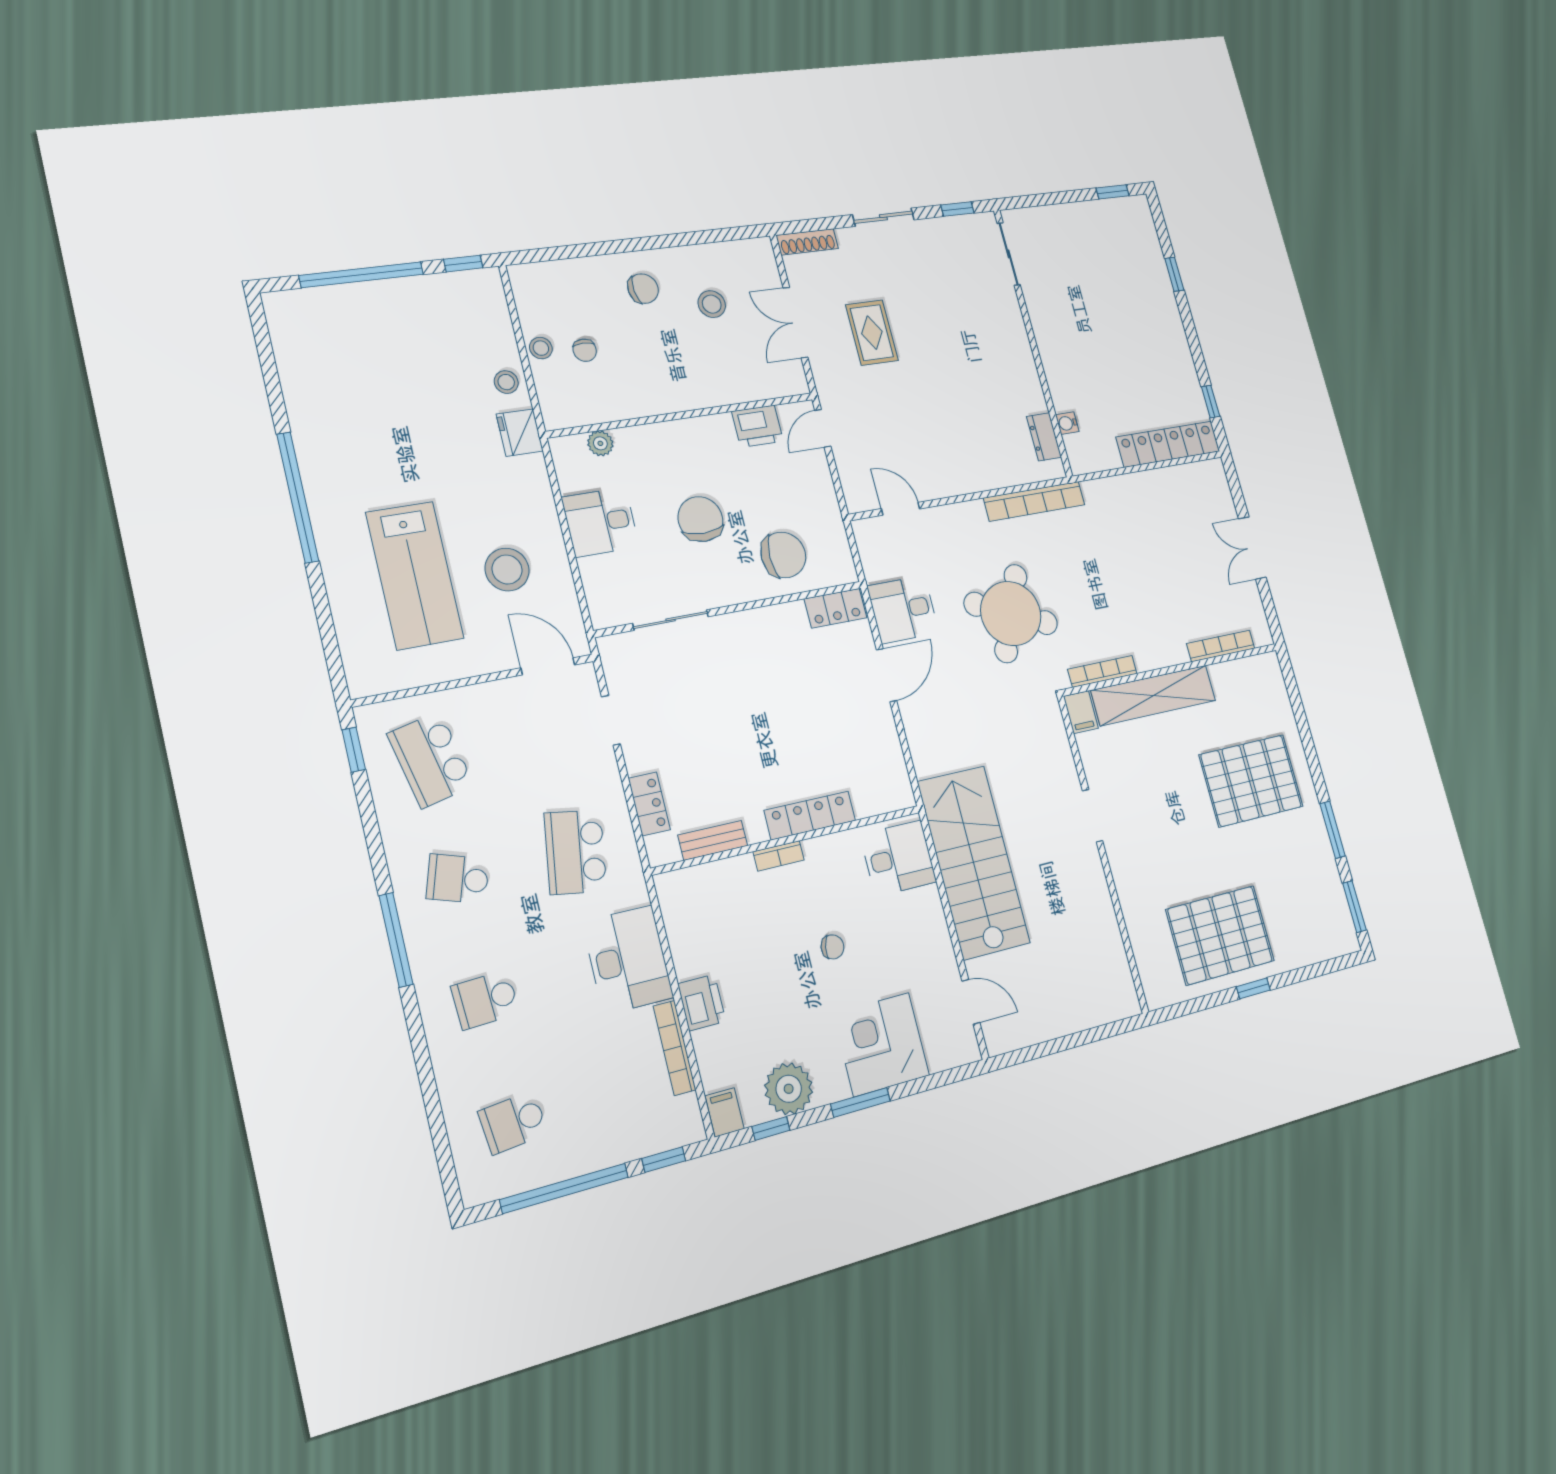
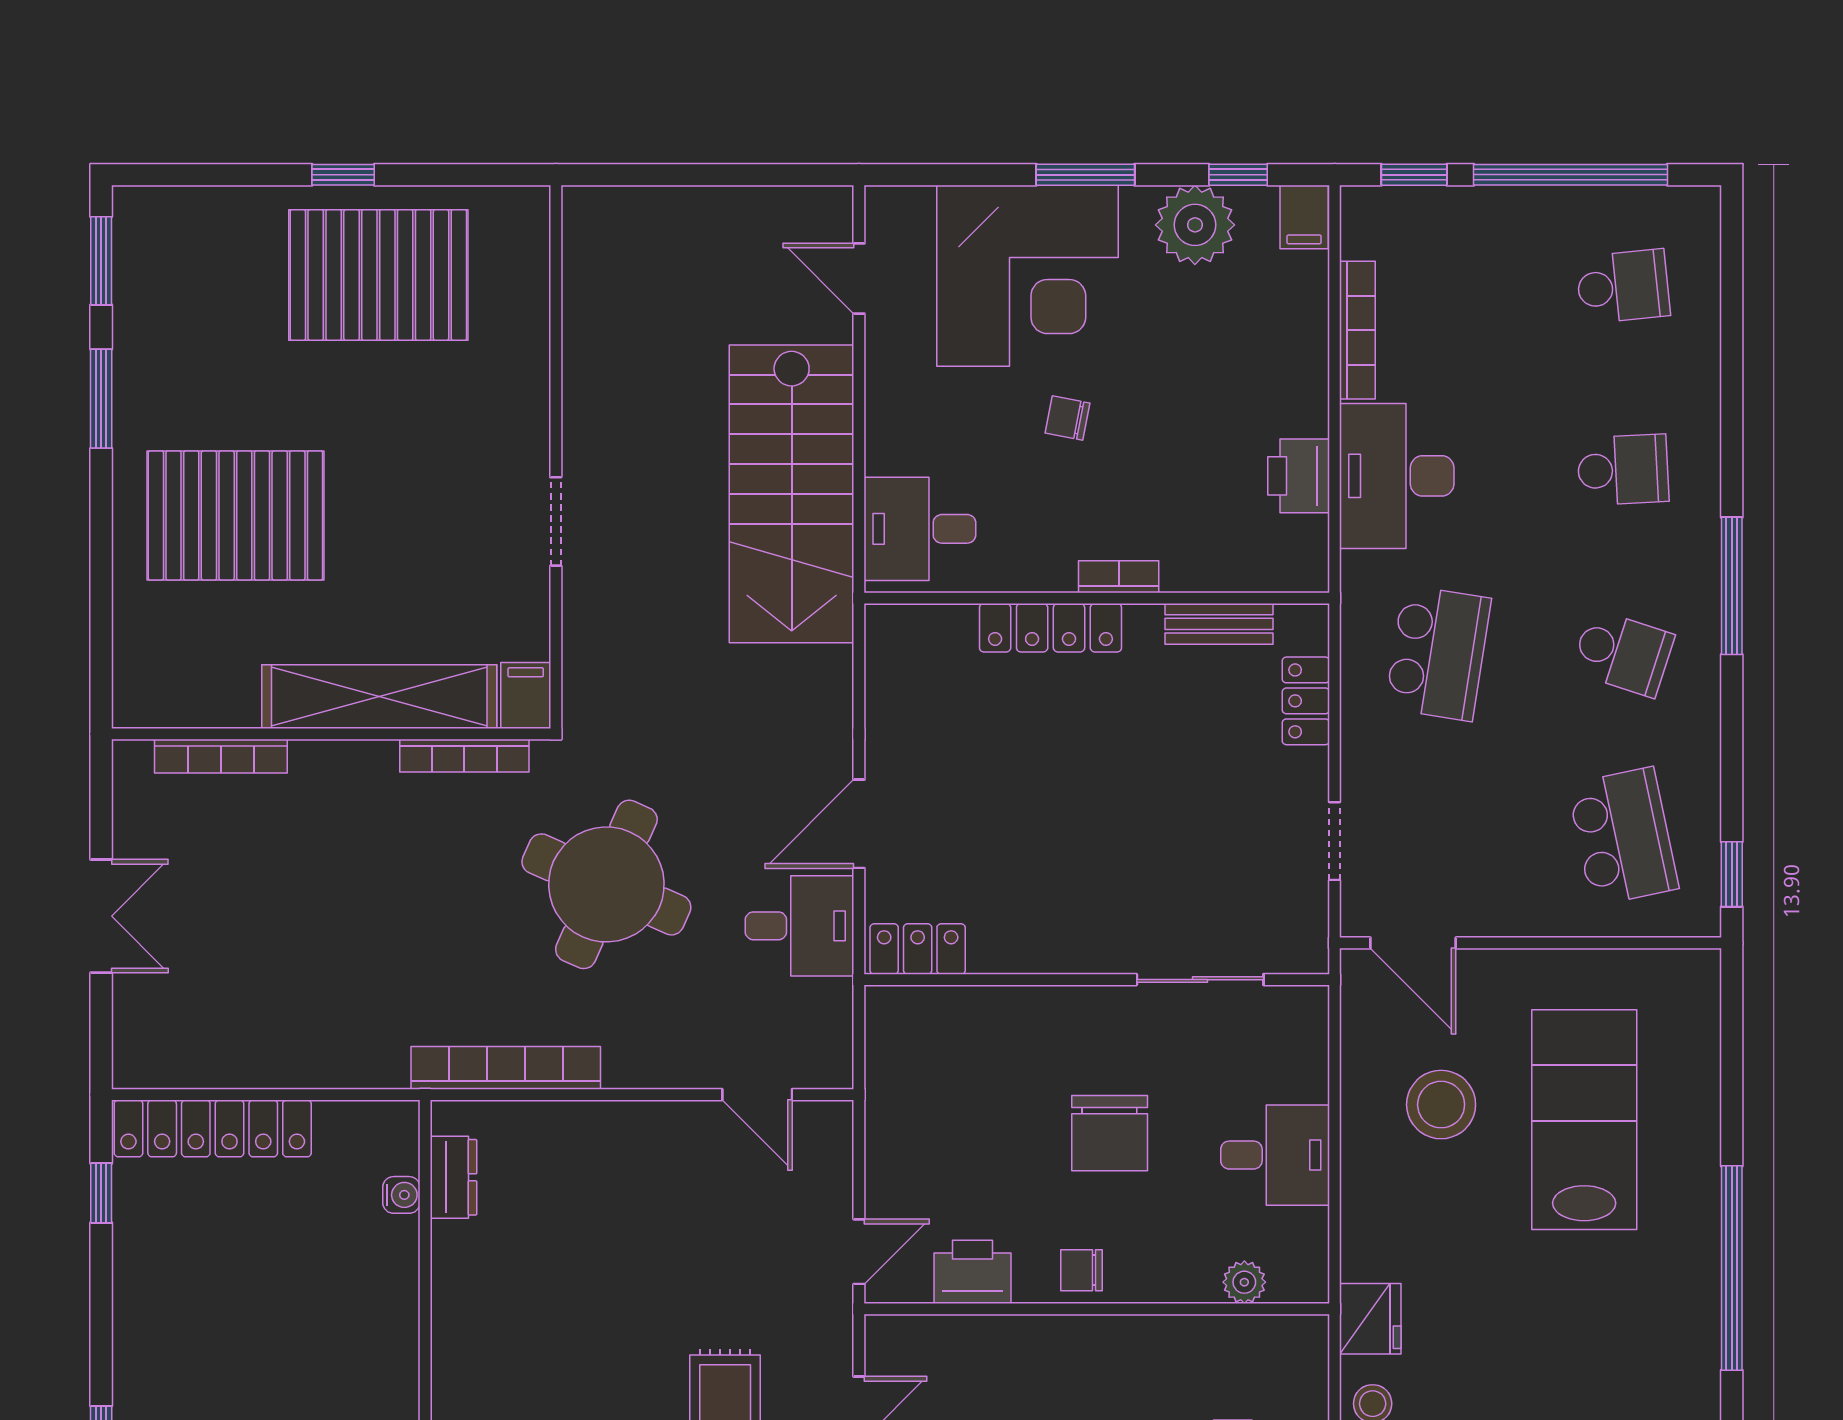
chair: (783, 555) -> (1082, 1270), moved, width x0.54, depth x0.54
printer: (702, 1003) -> (1299, 476), moved
corner desk: (881, 1044) -> (1028, 276), width x1.36, depth x1.36

